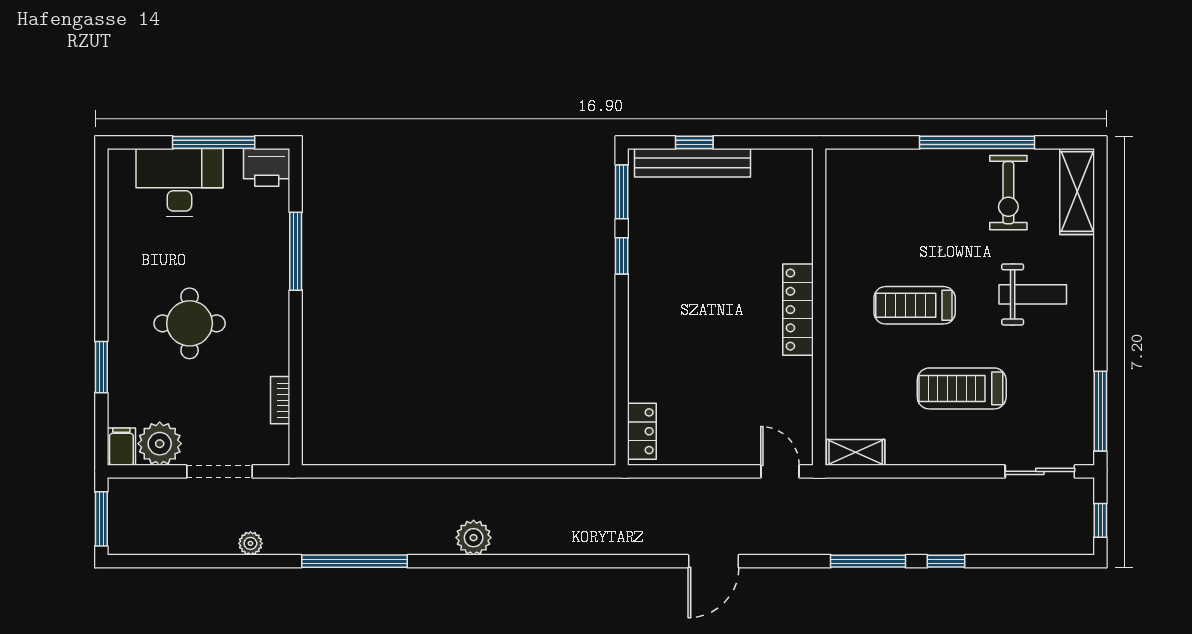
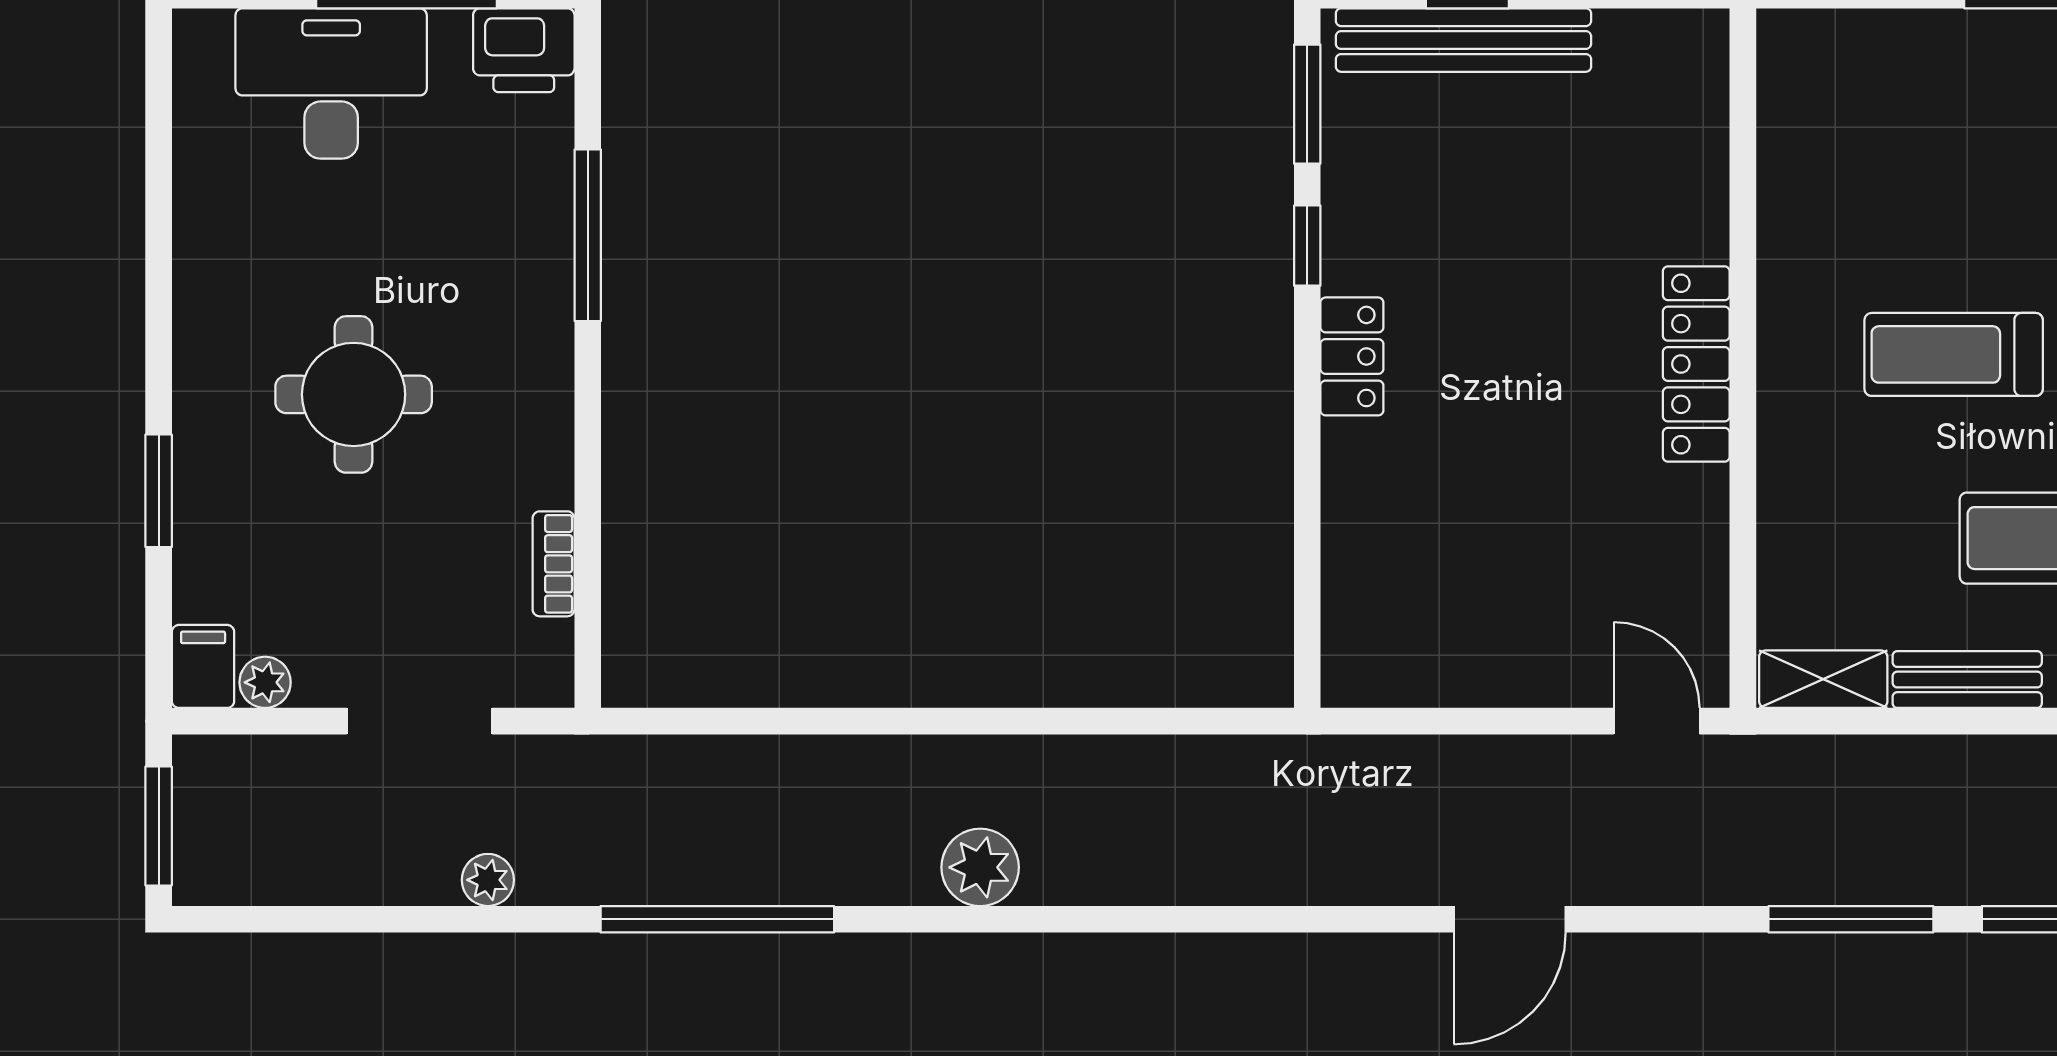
locker: (642, 431) -> (1352, 356), moved
plant: (160, 444) -> (265, 682), width x0.53, depth x0.53
bench: (921, 453) -> (1967, 680), added

